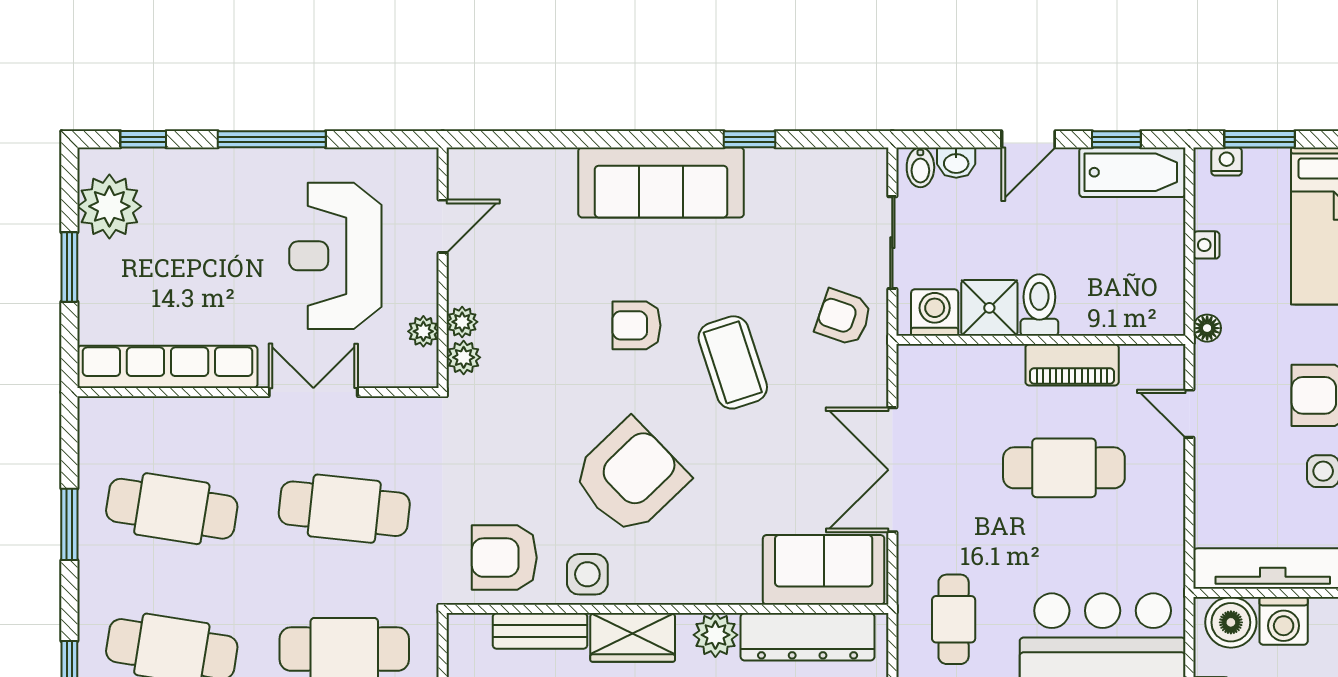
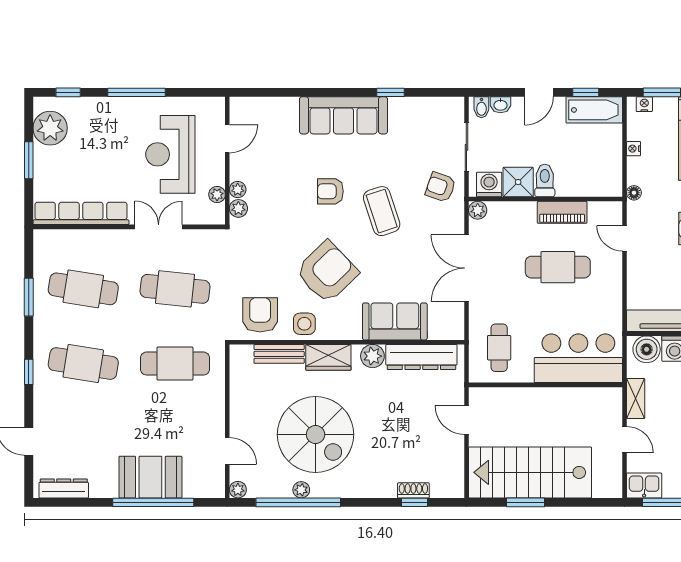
plant: (913, 361) -> (478, 210), added
armchair: (504, 558) -> (260, 315), turned 90
sofa: (824, 570) -> (395, 321), moved

